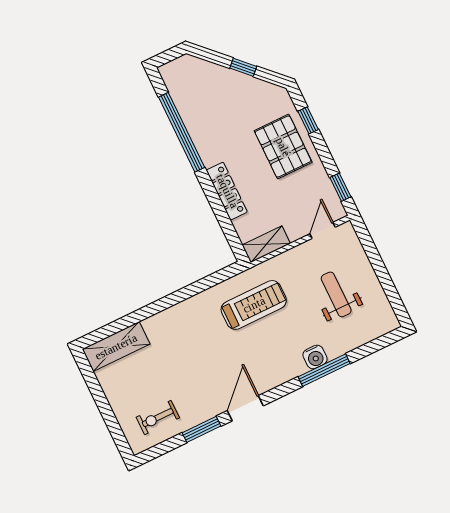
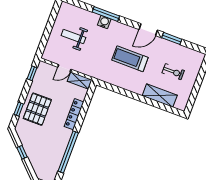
door: (322, 230) -> (64, 68), moved
weight bench: (336, 294) -> (73, 37), turned 90
treadmill: (254, 305) -> (130, 59), moved
shelving: (116, 347) -> (160, 95), moved
exercise bike: (158, 418) -> (173, 72), moved

